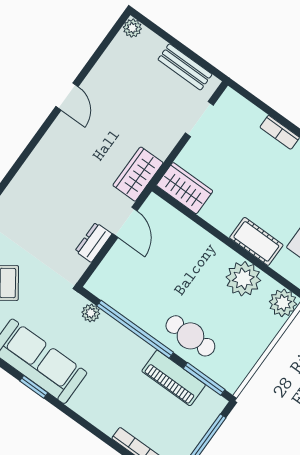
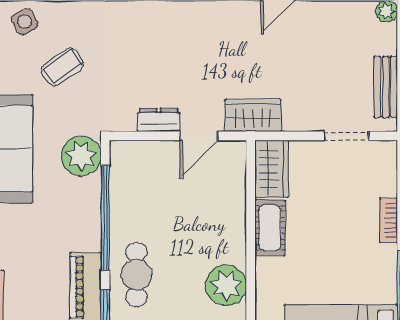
cot: (256, 241) -> (270, 228), moved
plant: (91, 313) -> (81, 156), width x1.88, depth x1.88

